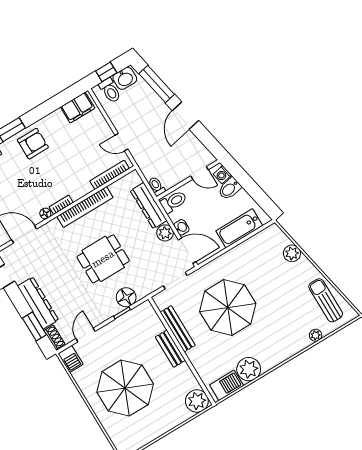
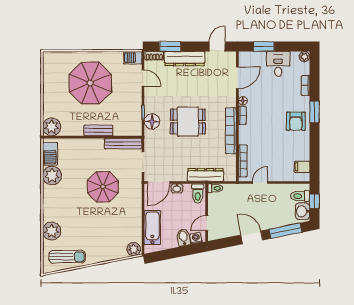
filing cabinet: (78, 108) -> (302, 167), width x0.50
plant: (165, 233) -> (180, 175), removed
plant: (292, 253) -> (134, 249), moved
dining table: (103, 259) -> (188, 122), turned 90
parasol: (228, 308) -> (103, 187), width x0.73, depth x0.73
bench: (178, 329) -> (123, 144), moved
plant: (316, 335) -> (52, 231), width x1.88, depth x1.88

